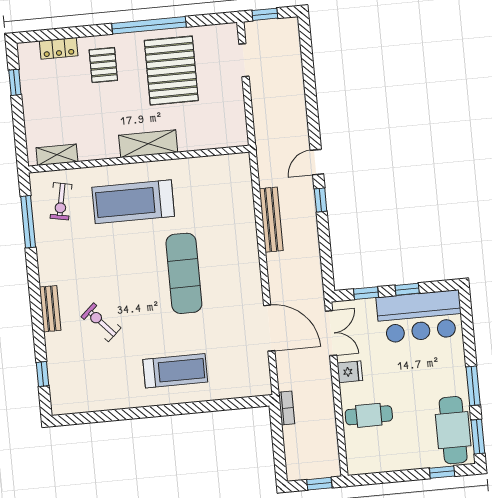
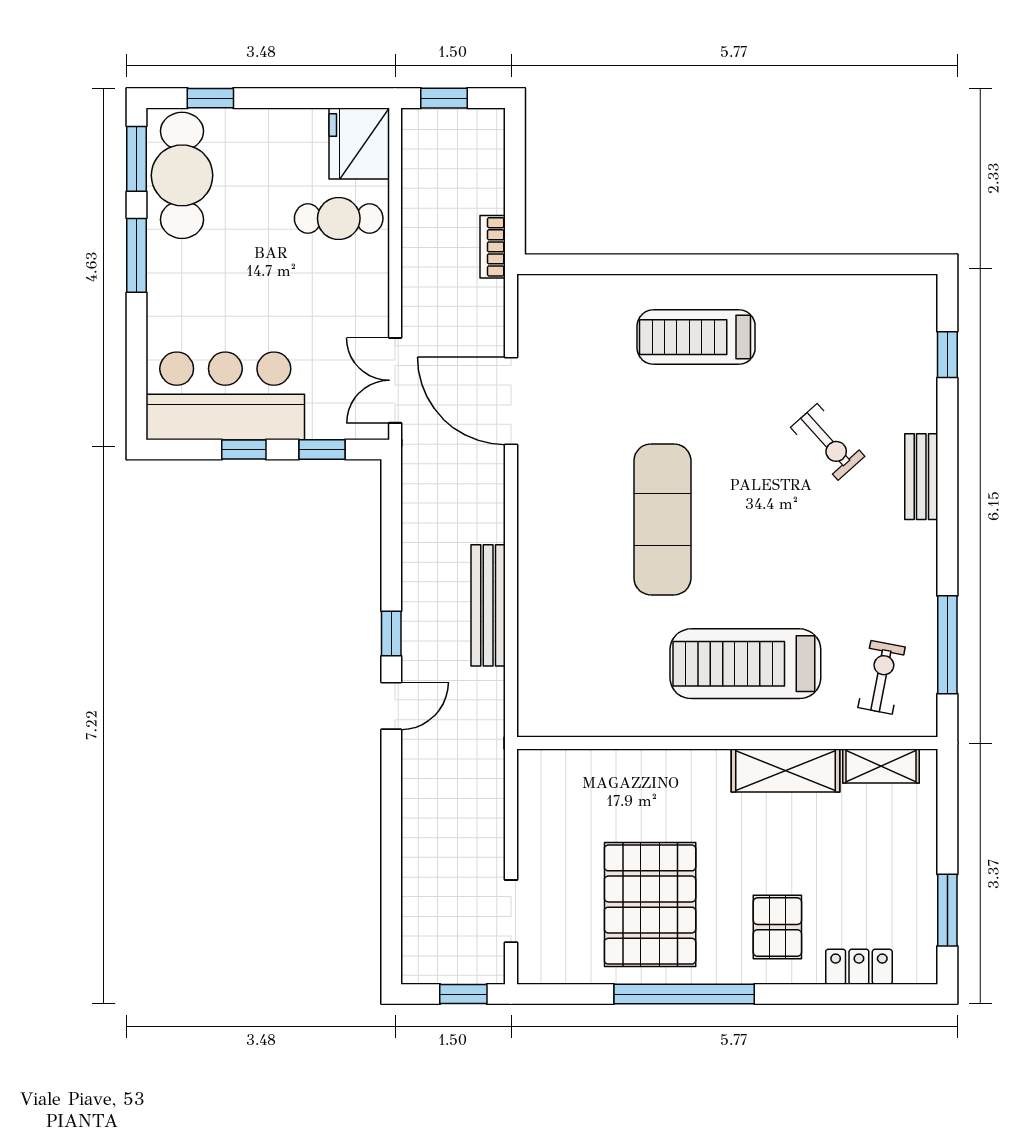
window: (15, 82) -> (947, 910), width x1.50
shelving: (148, 144) -> (786, 770), moved
treadmill: (133, 202) -> (745, 664), turned 180
fridge: (350, 372) -> (359, 143), moved, width x1.88, depth x1.34

